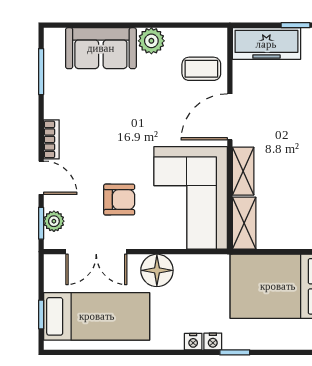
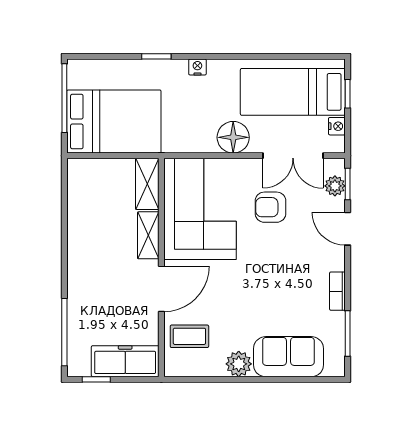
bookcase: (51, 139) -> (337, 291), moved
double door: (96, 252) -> (293, 156), swing flipped
nightstand: (213, 341) -> (337, 126), moved, turned 90

